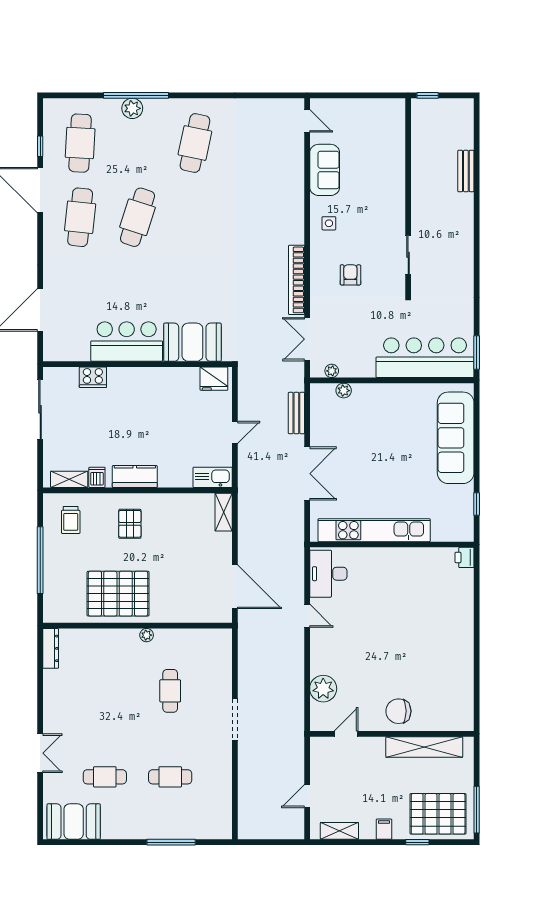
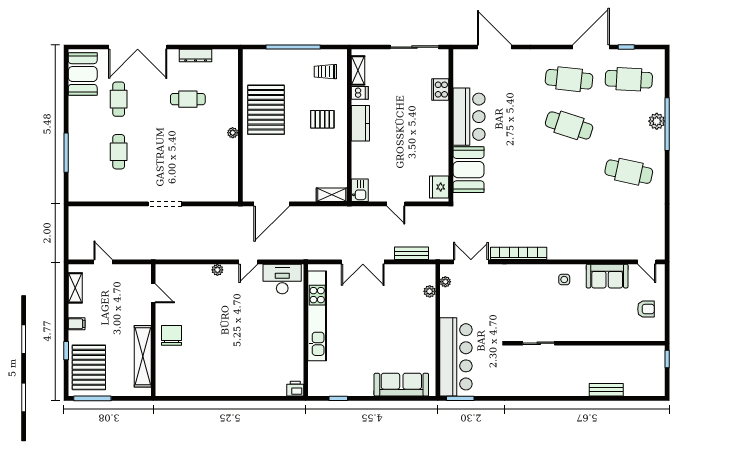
door: (307, 121) -> (647, 262), hinge flipped
armchair: (350, 275) -> (646, 309), moved
sofa: (456, 438) -> (401, 385), width x0.74, depth x0.79
kitchen sink: (213, 477) -> (360, 190), width x0.73
dresser: (51, 648) -> (196, 56), moved
plant: (323, 689) -> (217, 270), moved, width x0.53, depth x0.53
cafe table: (170, 691) -> (188, 99), moved
double door: (40, 753) -> (138, 47), width x1.87

